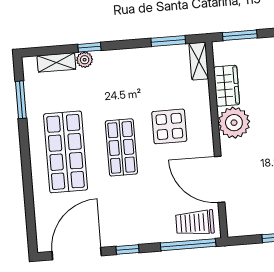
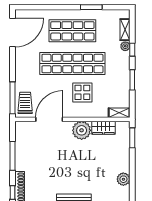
window: (168, 41) -> (132, 80), moved
window: (21, 100) -> (91, 7), moved
shop shelf: (121, 147) -> (72, 64), width x2.00, depth x1.36
window: (127, 250) -> (13, 62), removed
door: (77, 254) -> (13, 33), hinge flipped

